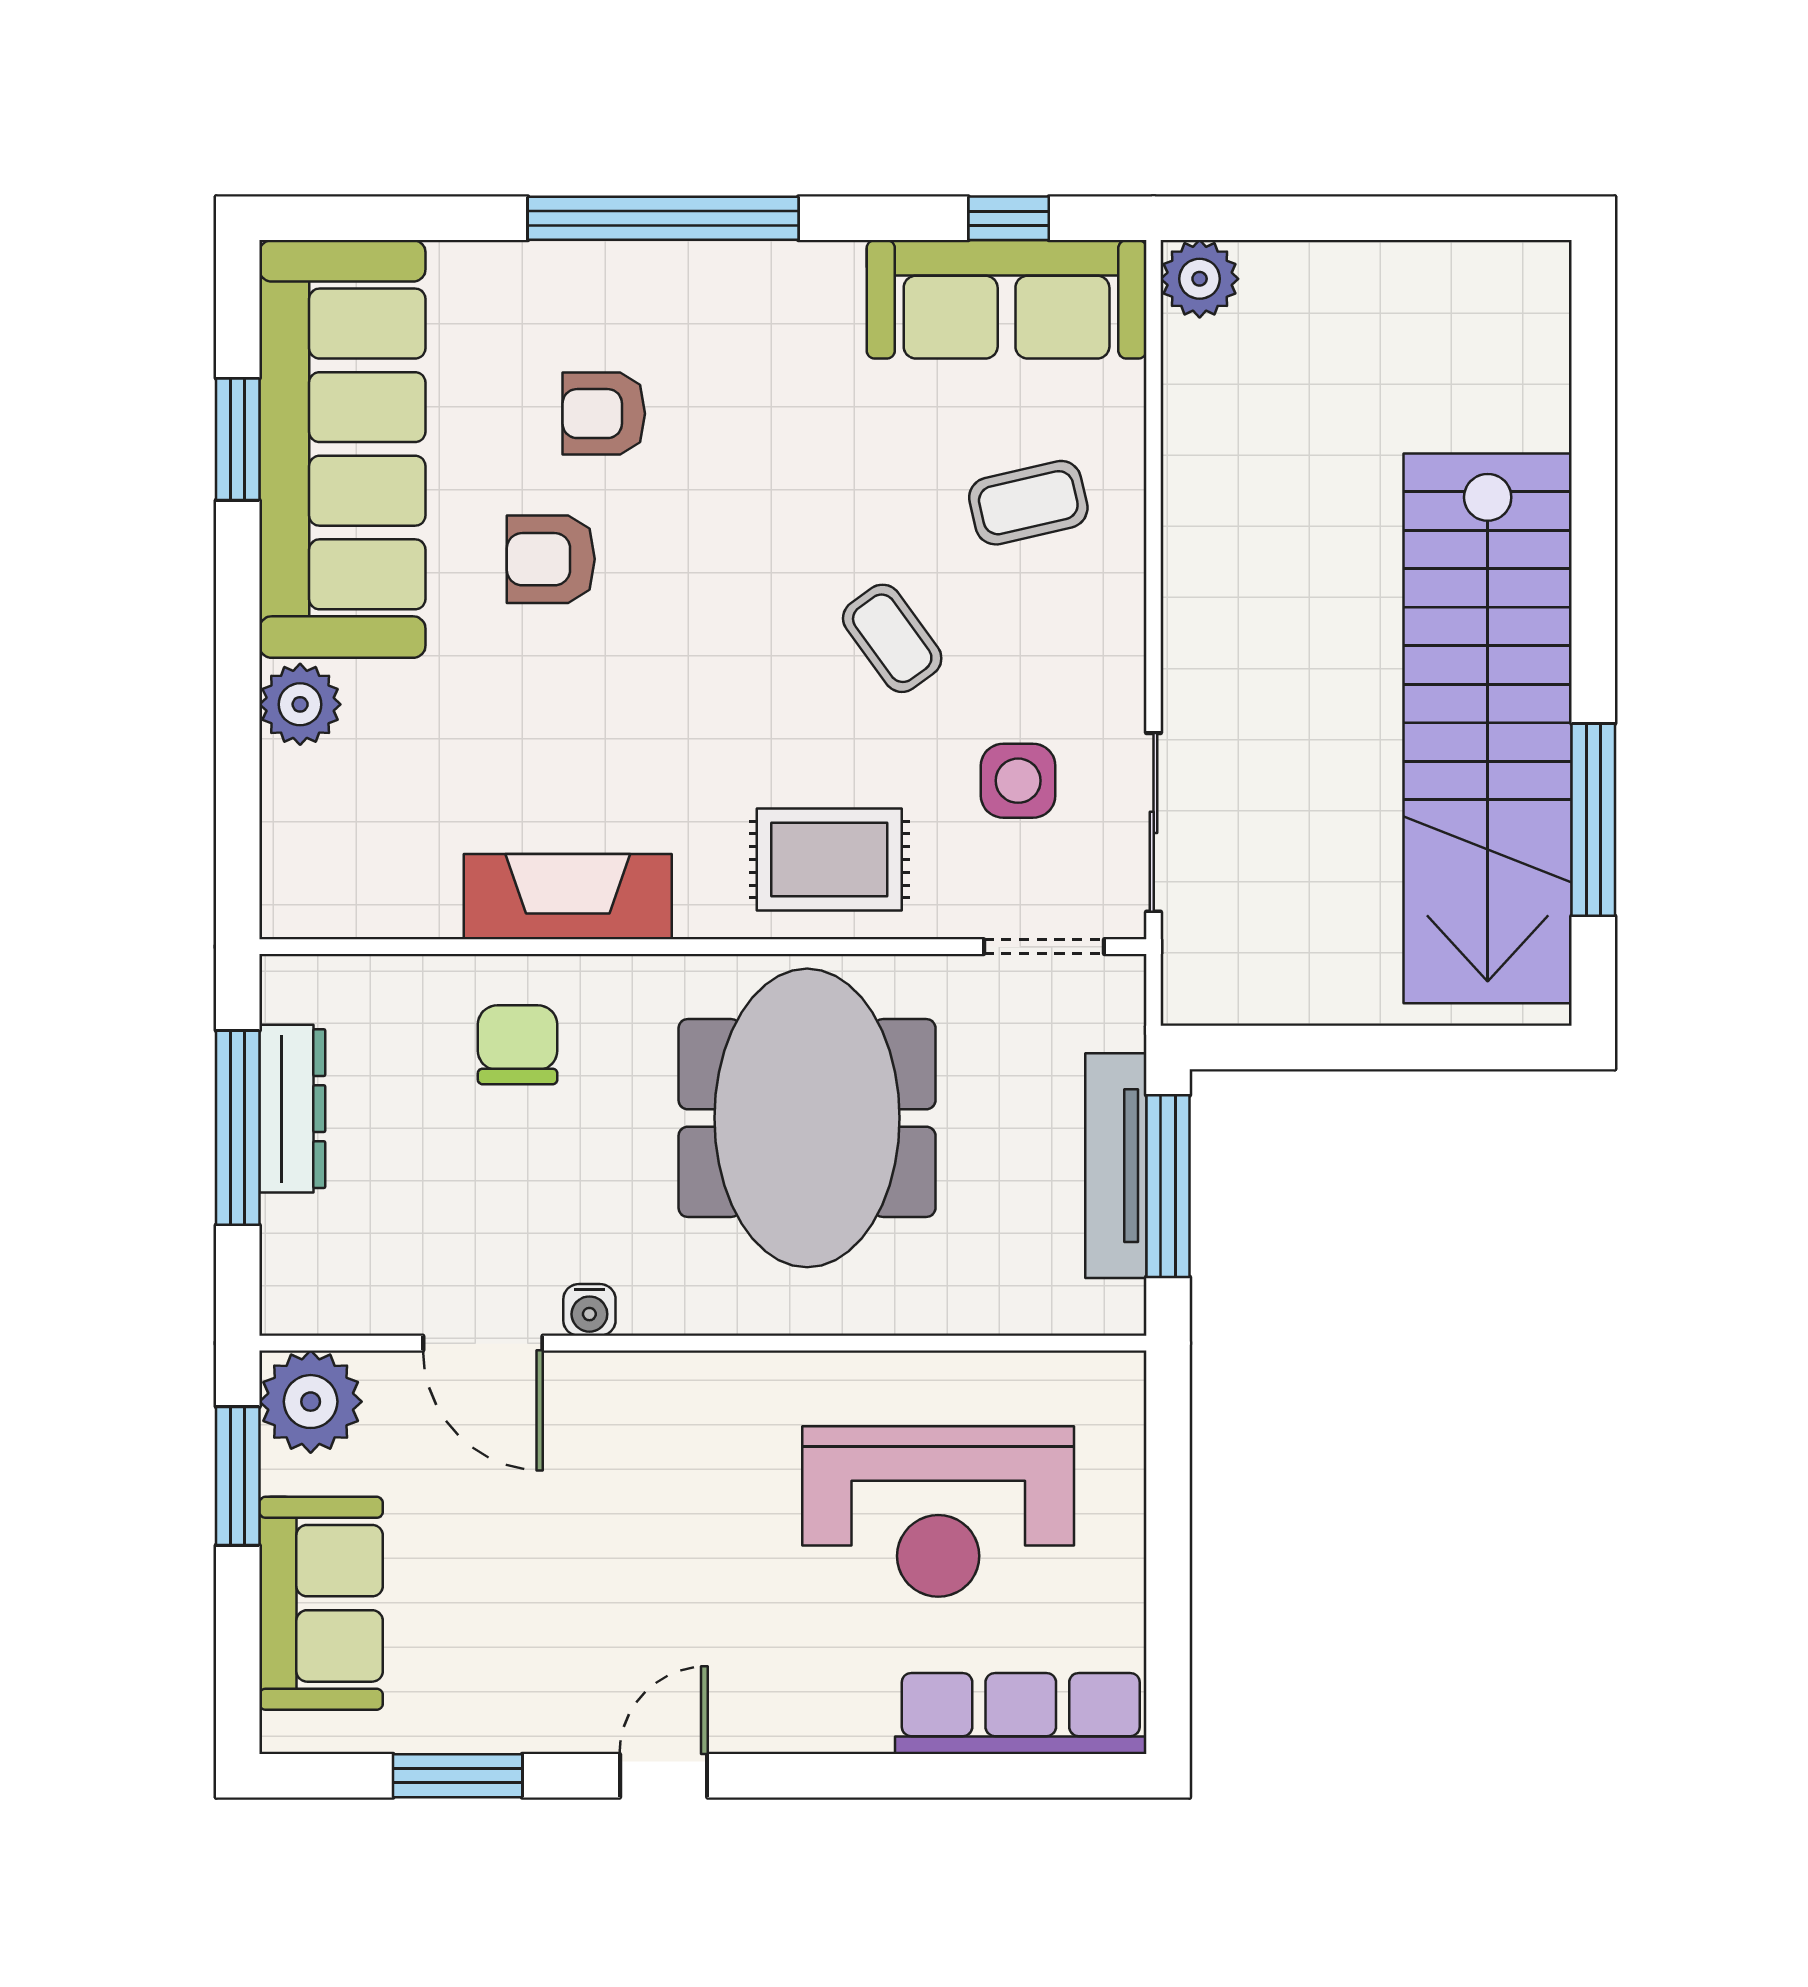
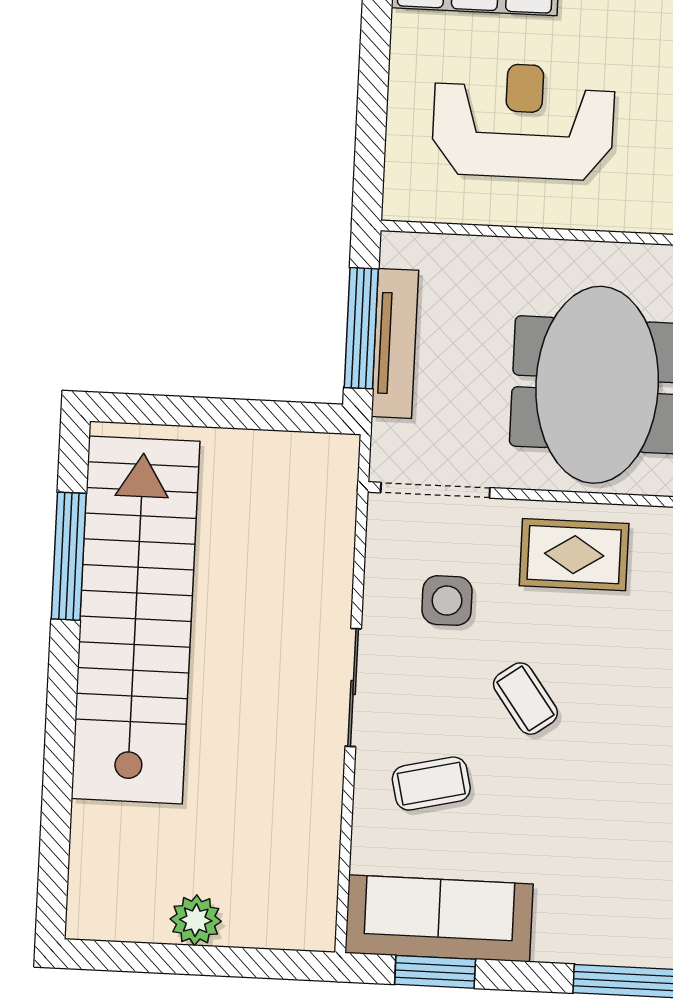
window: (1009, 218) -> (435, 972), width x1.50
plant: (1200, 279) -> (196, 920), moved
sliding door: (1154, 822) -> (353, 687), moved
doorway: (1044, 947) -> (435, 490), width x1.38

